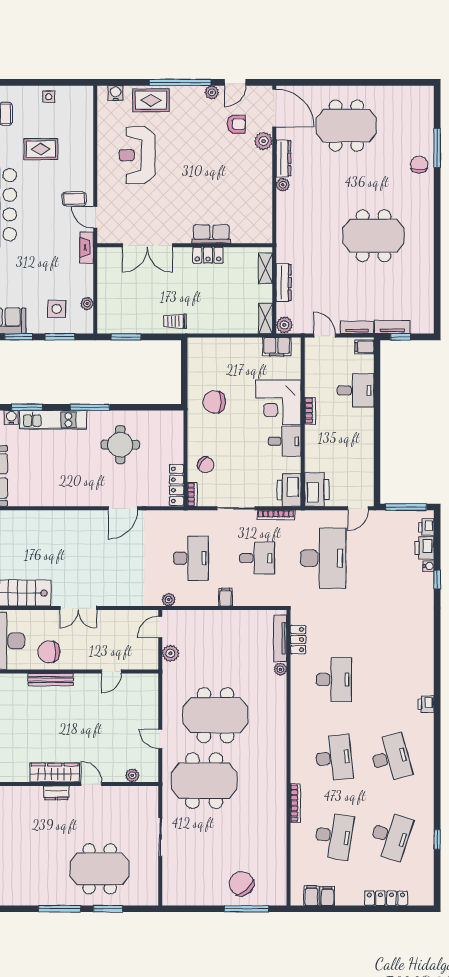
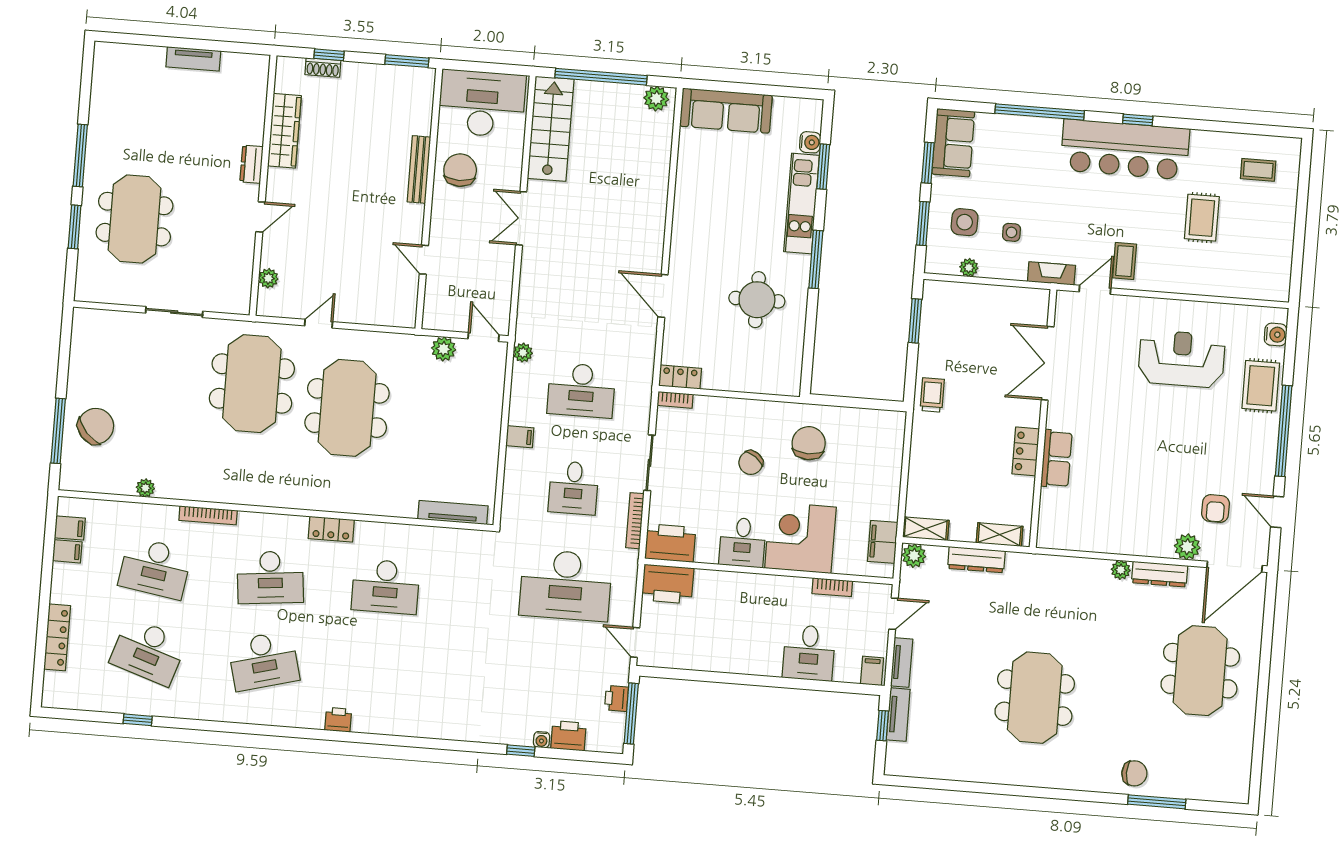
plant: (212, 92) -> (1265, 476), removed
side table: (49, 97) -> (1011, 232), moved
bookcase: (310, 411) -> (832, 587), moved
chair: (206, 465) -> (751, 463), moved
locker: (177, 485) -> (680, 377), width x0.66
printer: (426, 527) -> (617, 699), moved, turned -90
locker: (298, 640) -> (331, 529), moved
plant: (280, 669) -> (145, 488), moved
wardrobe: (55, 773) -> (284, 131), moved

